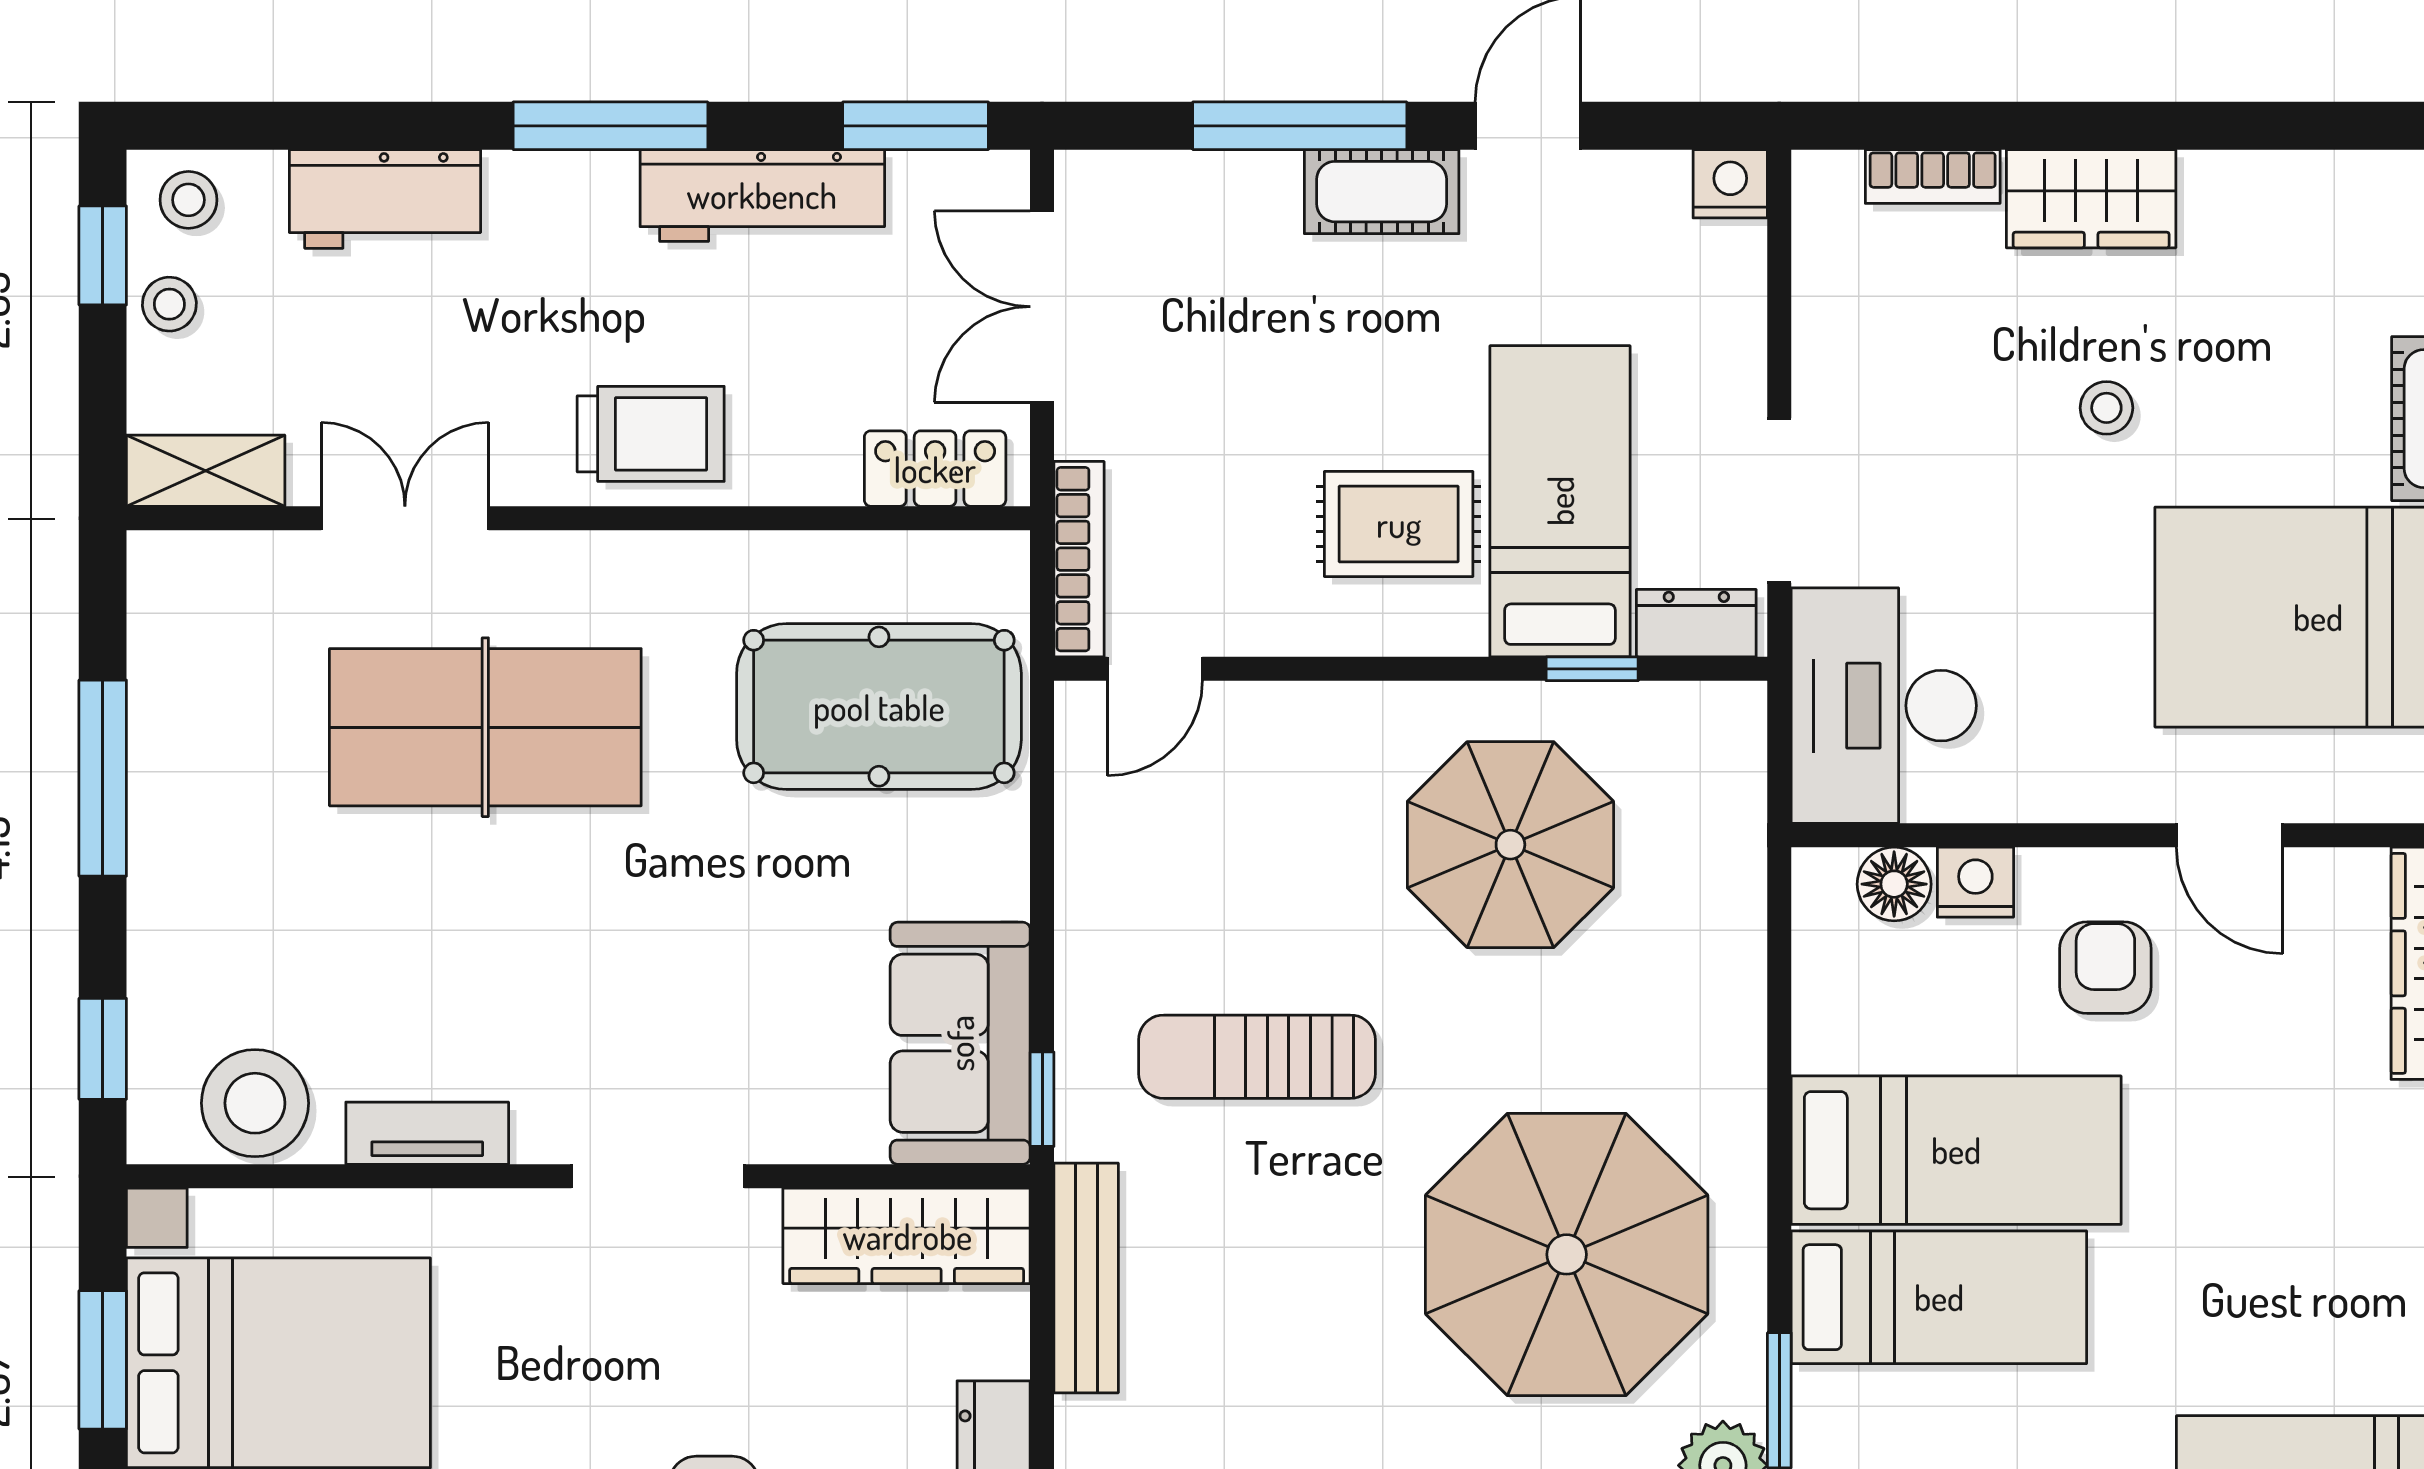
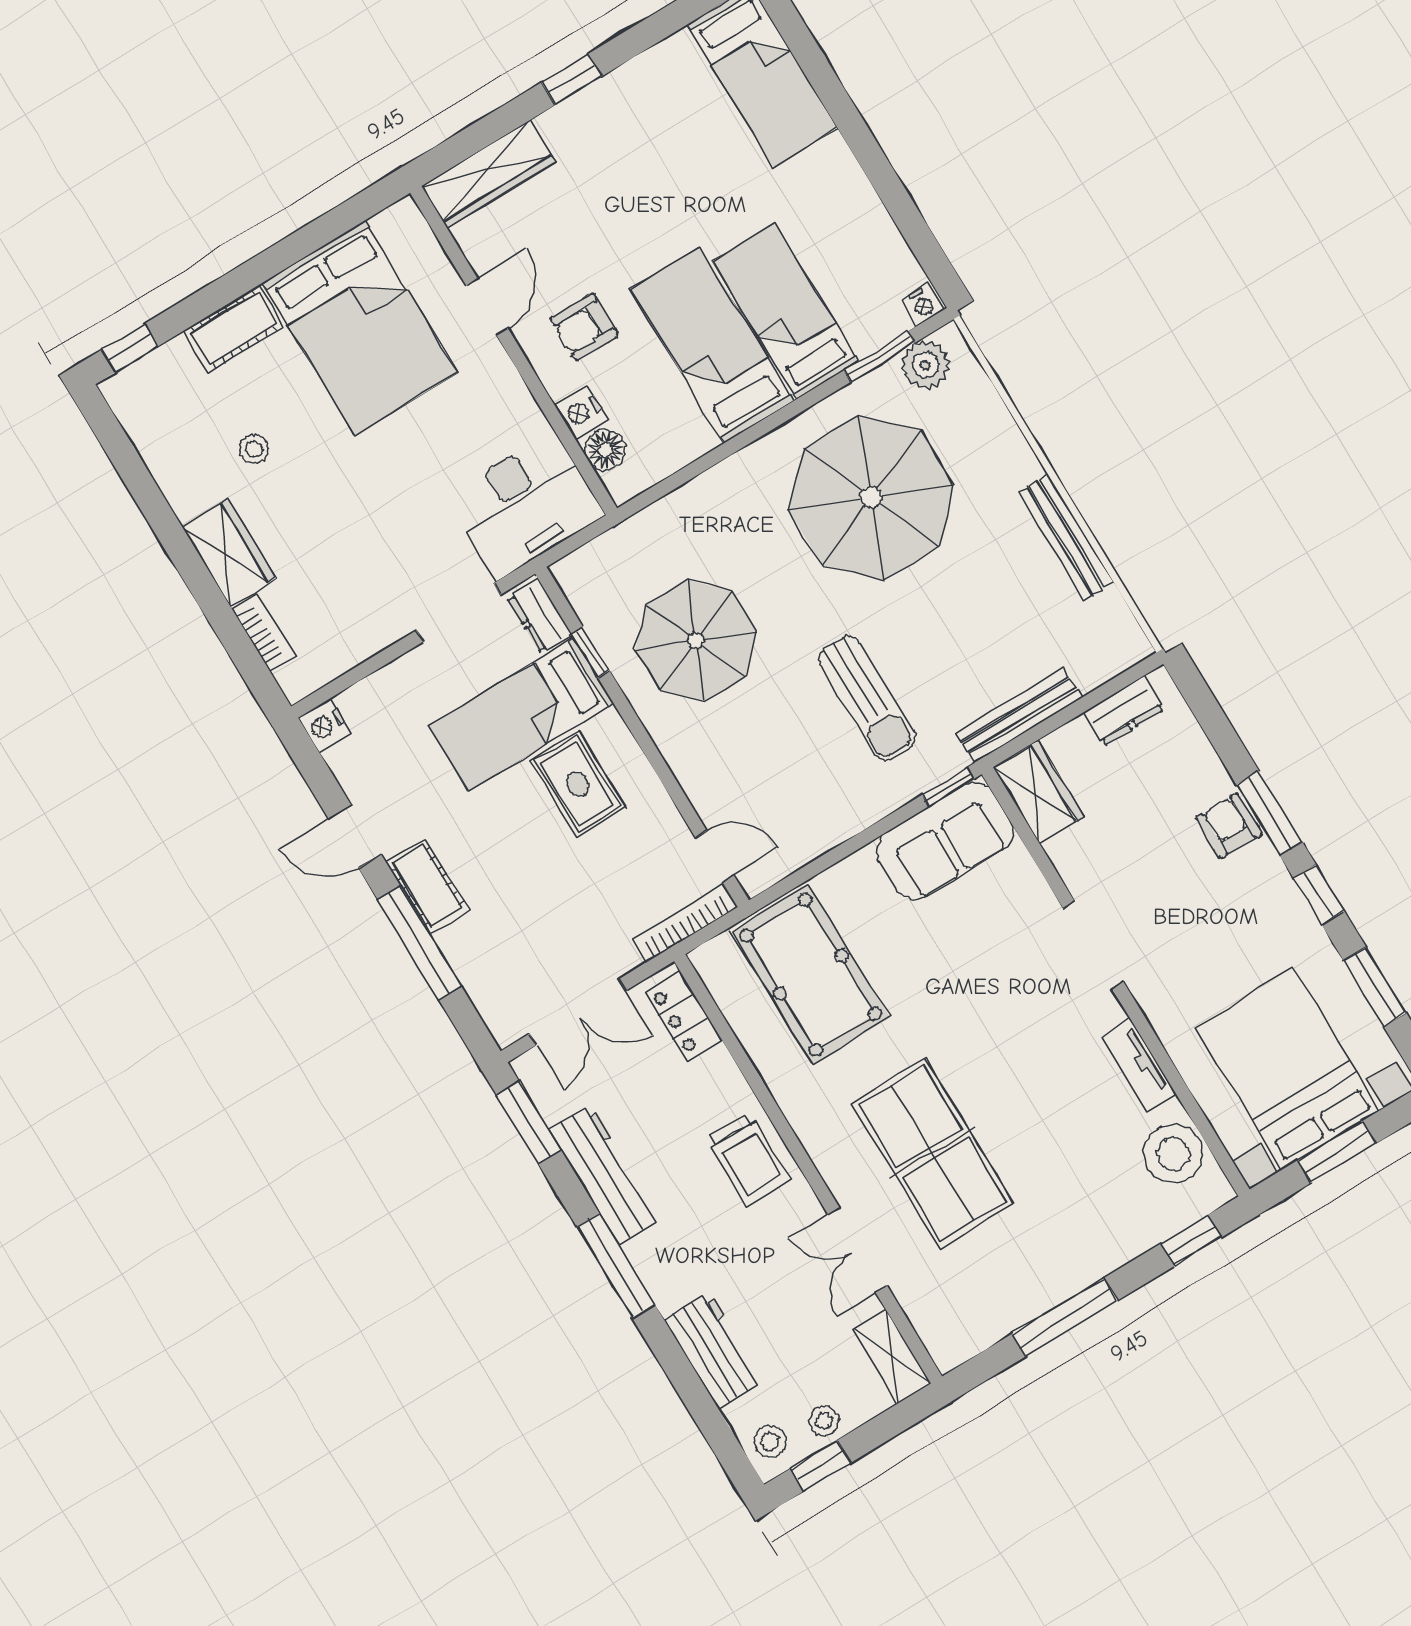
stool: (2106, 408) -> (254, 449), moved
trolley: (651, 434) -> (748, 1159), turned 180
wardrobe: (907, 1236) -> (1039, 792), width x0.67

